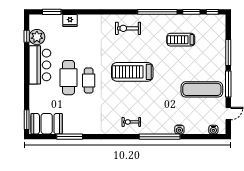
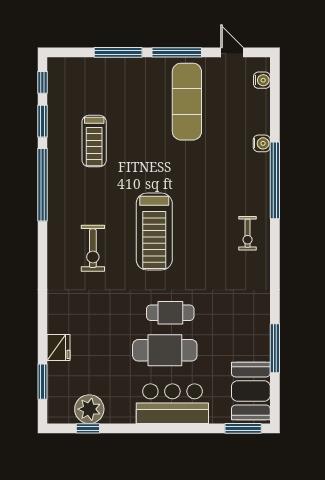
exercise bike: (128, 28) -> (93, 248), moved
bar counter: (40, 65) -> (172, 404), moved

